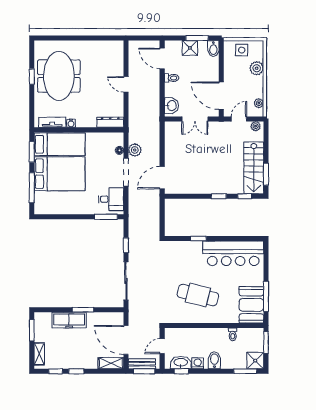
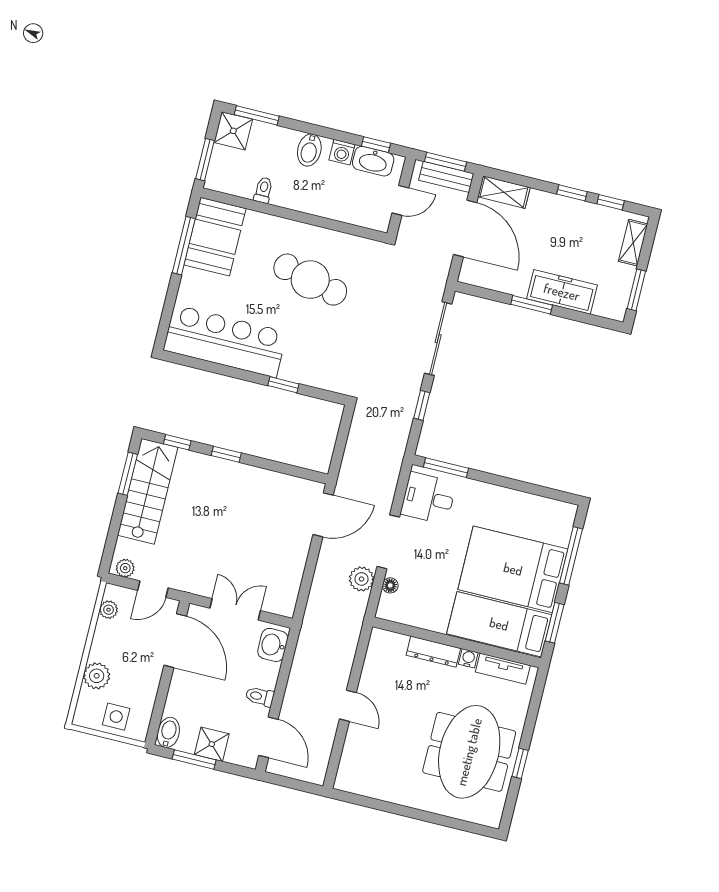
dresser: (110, 122) -> (433, 652), moved

